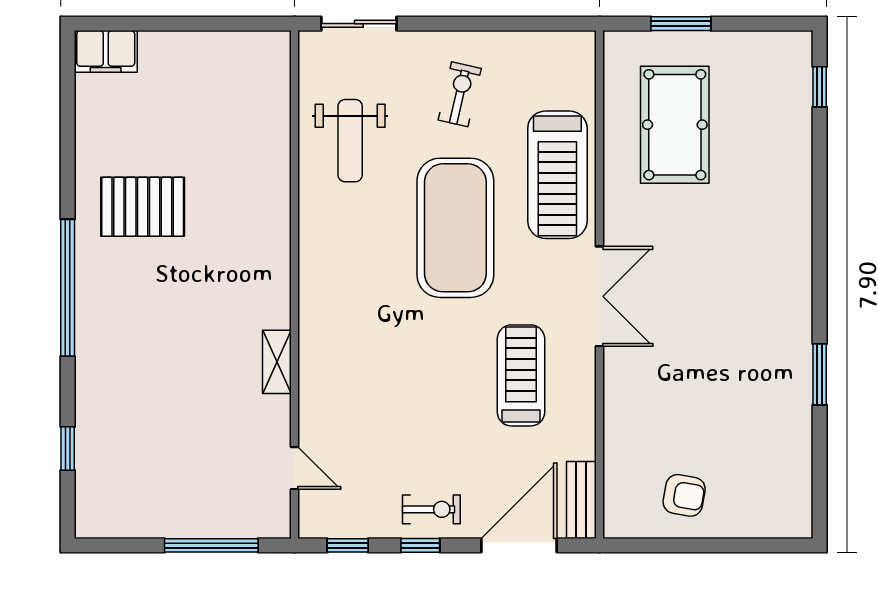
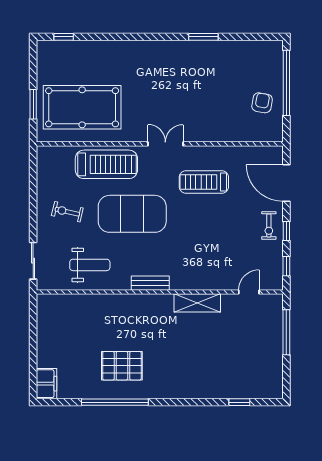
pool table: (675, 125) -> (82, 107), width x1.36, depth x1.32
pallet: (143, 207) -> (122, 366), turned 90
window: (68, 288) -> (115, 402), moved
double door: (599, 296) -> (165, 144), width x0.73
shelving: (277, 362) -> (197, 303), width x1.50, depth x1.33
bench: (581, 500) -> (150, 283), moved
exercise bike: (431, 509) -> (269, 225), turned 180
window: (725, 545) -> (286, 83), added

